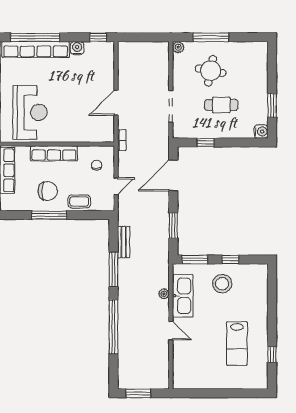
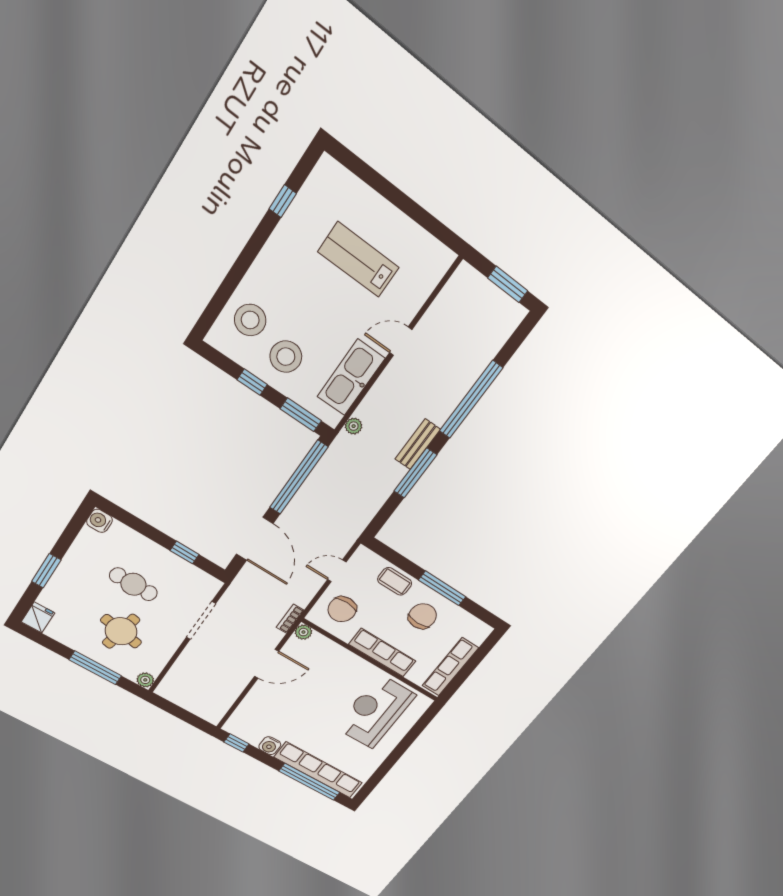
fridge: (260, 50) -> (38, 617), added
window: (272, 105) -> (46, 571), moved
plant: (109, 137) -> (303, 632), added
chair: (97, 165) -> (342, 609), width x1.87, depth x1.87
door: (173, 175) -> (255, 539), hinge flipped
chair: (48, 191) -> (422, 616), turned 90
window: (173, 226) -> (299, 477), width x2.11
bench: (124, 242) -> (418, 444), moved
stool: (251, 289) -> (250, 320), added
plant: (164, 294) -> (354, 426), moved
door: (171, 330) -> (401, 341), hinge flipped
lab bench: (237, 344) -> (359, 260), moved, turned -90

